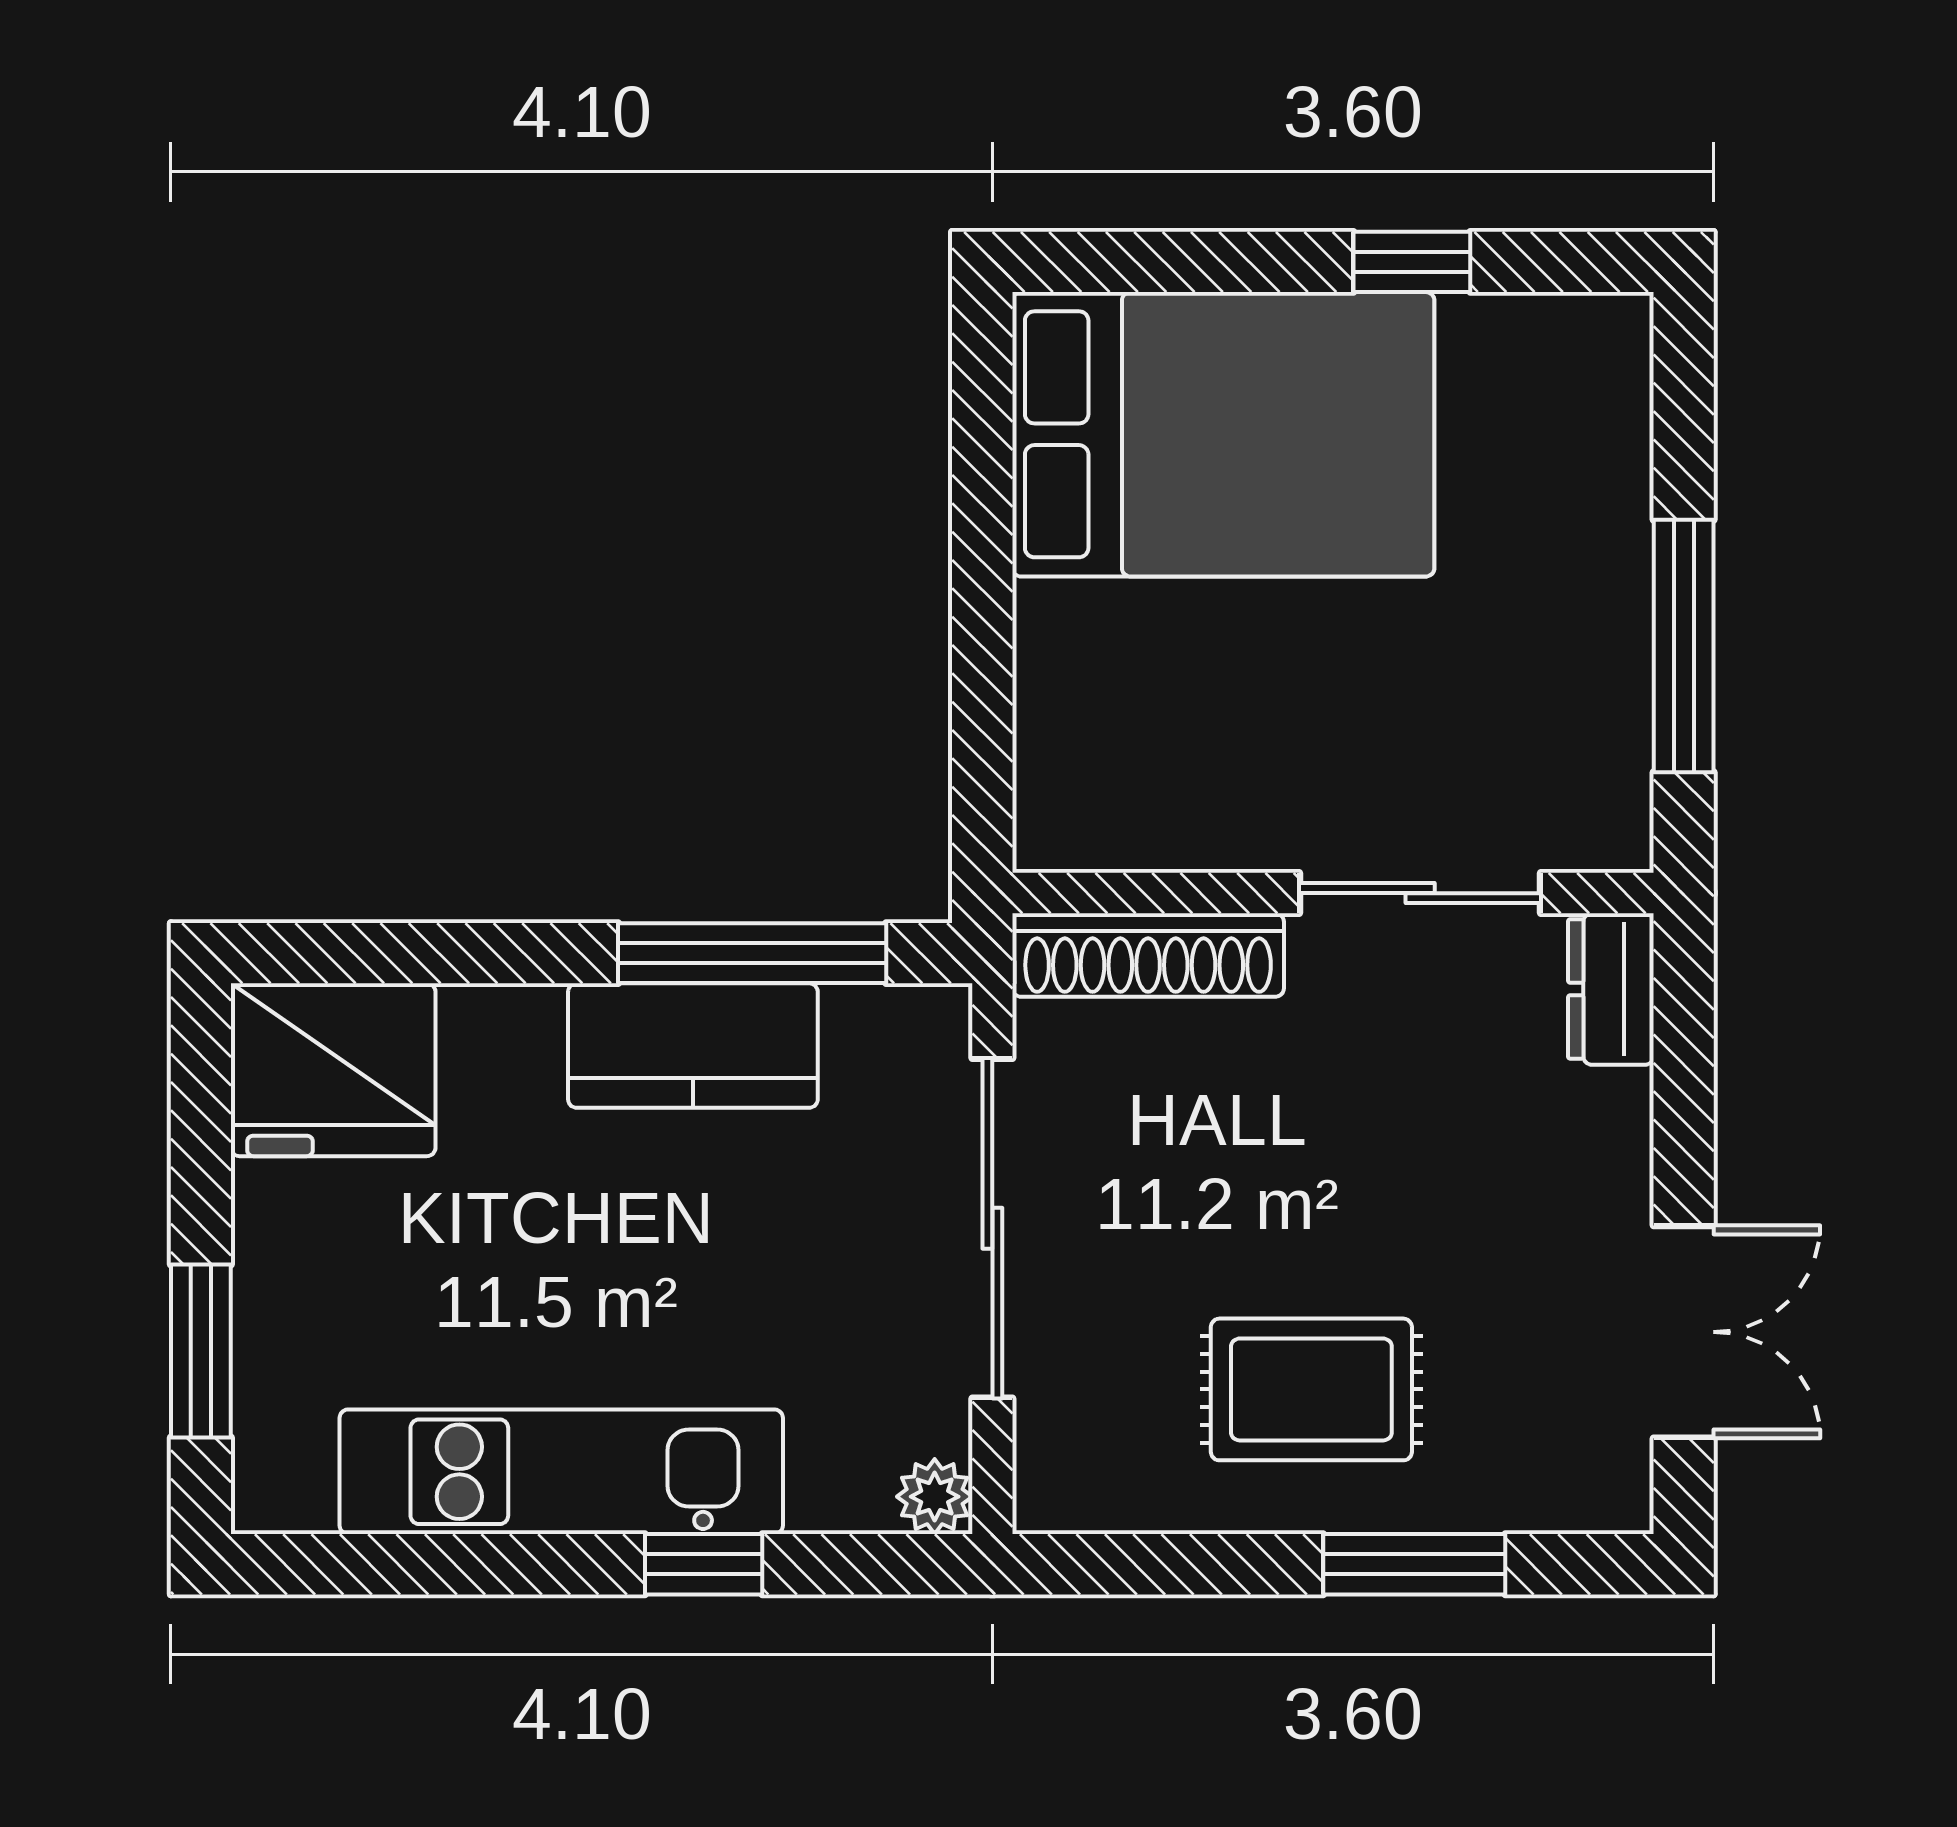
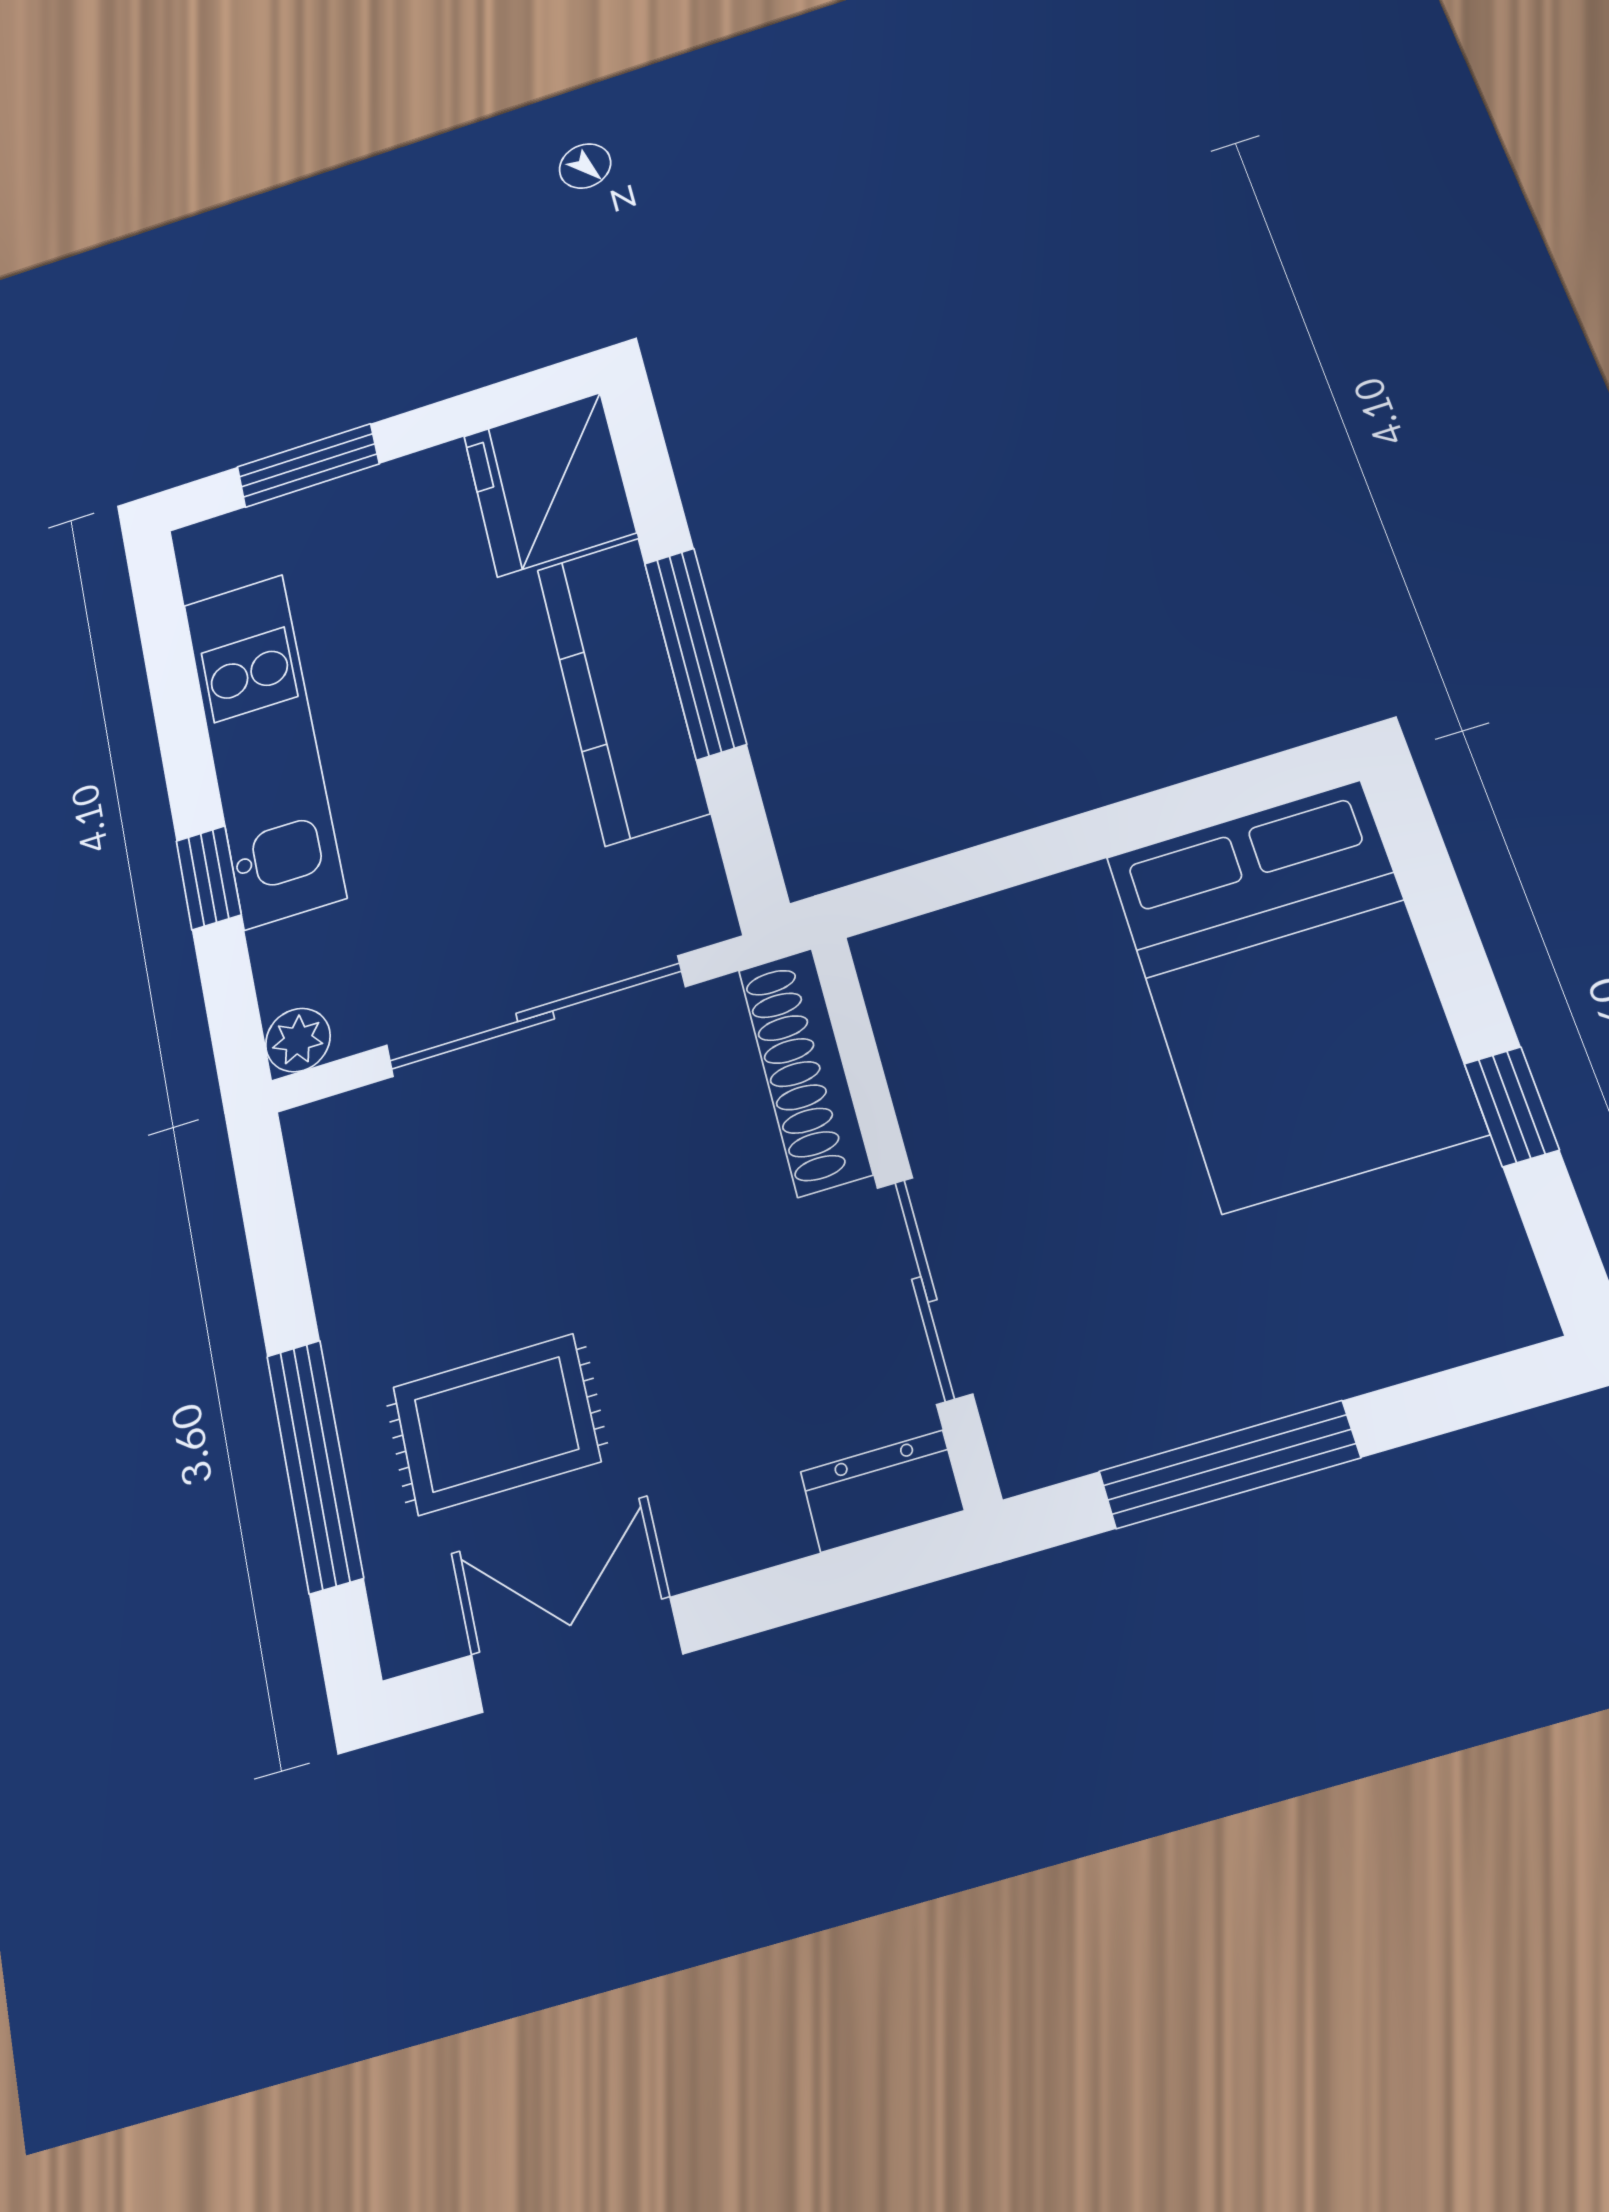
window: (752, 953) -> (695, 653), moved
kitchen counter: (693, 1046) -> (622, 689), width x1.50
double door: (1684, 1332) -> (577, 1655), swing flipped
rug: (1311, 1389) -> (496, 1424), moved, turned 90
window: (1414, 1564) -> (315, 1465), width x1.44

